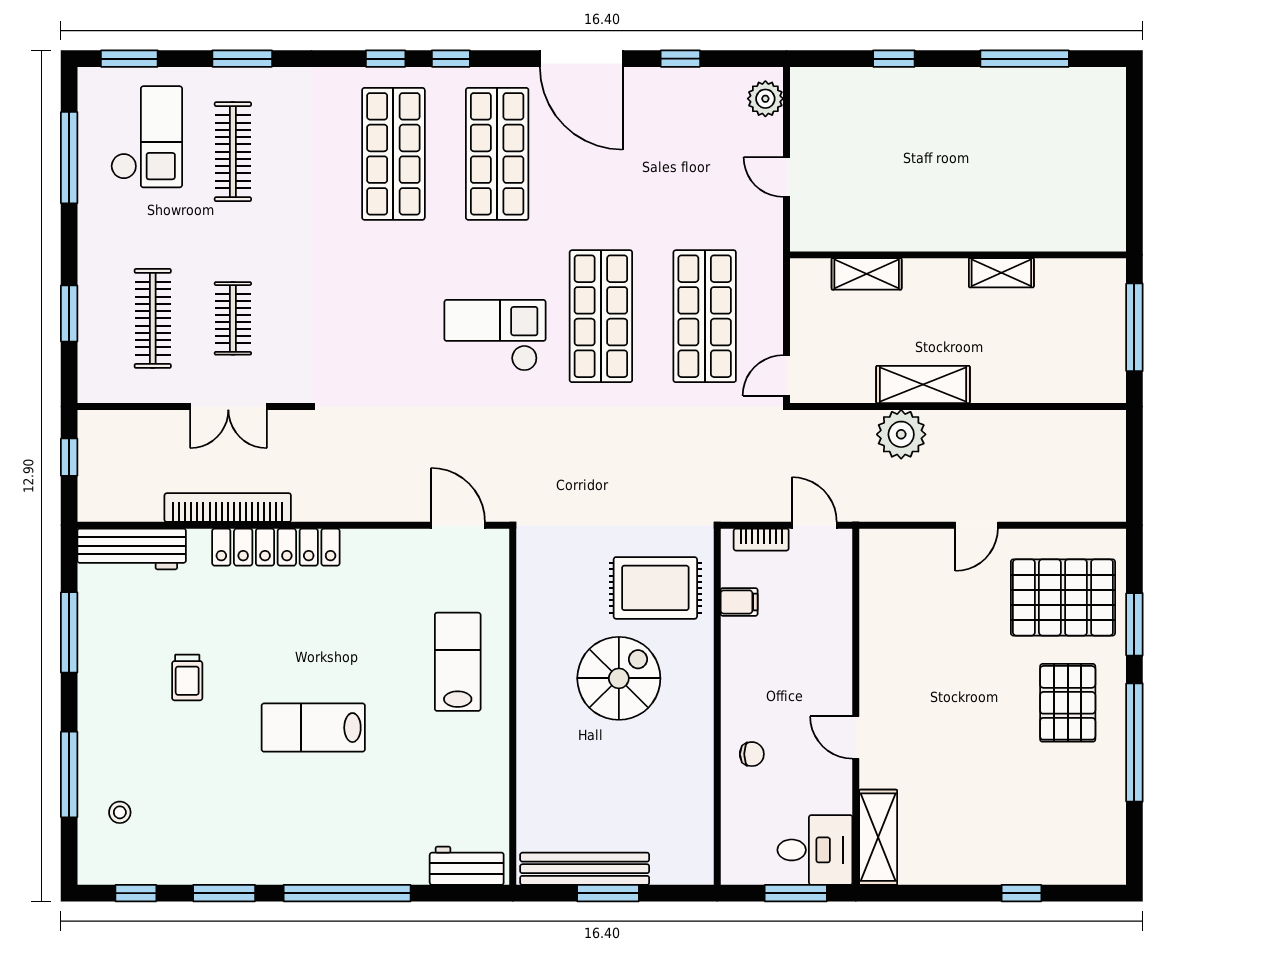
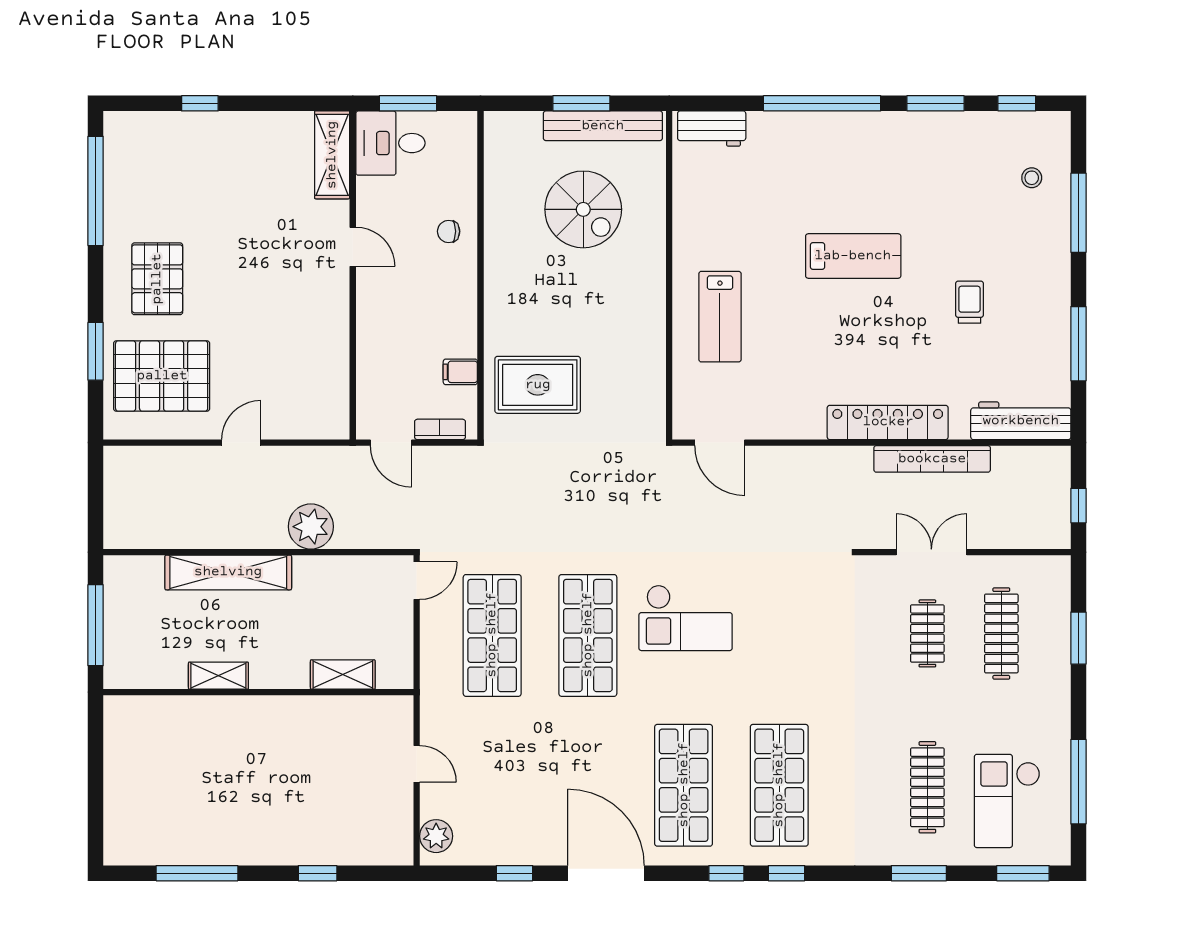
shelving: (923, 384) -> (228, 572), moved, width x1.47
spiral stairs: (619, 678) -> (583, 209), moved, turned -90
window: (1134, 742) -> (96, 191), moved

